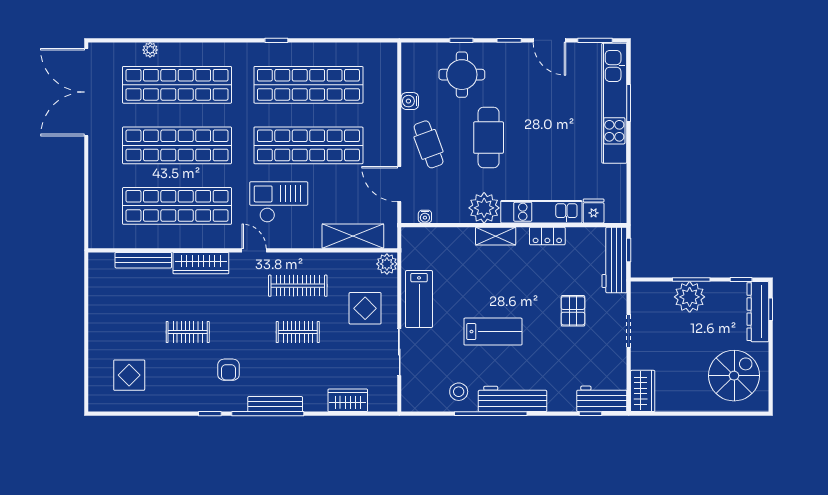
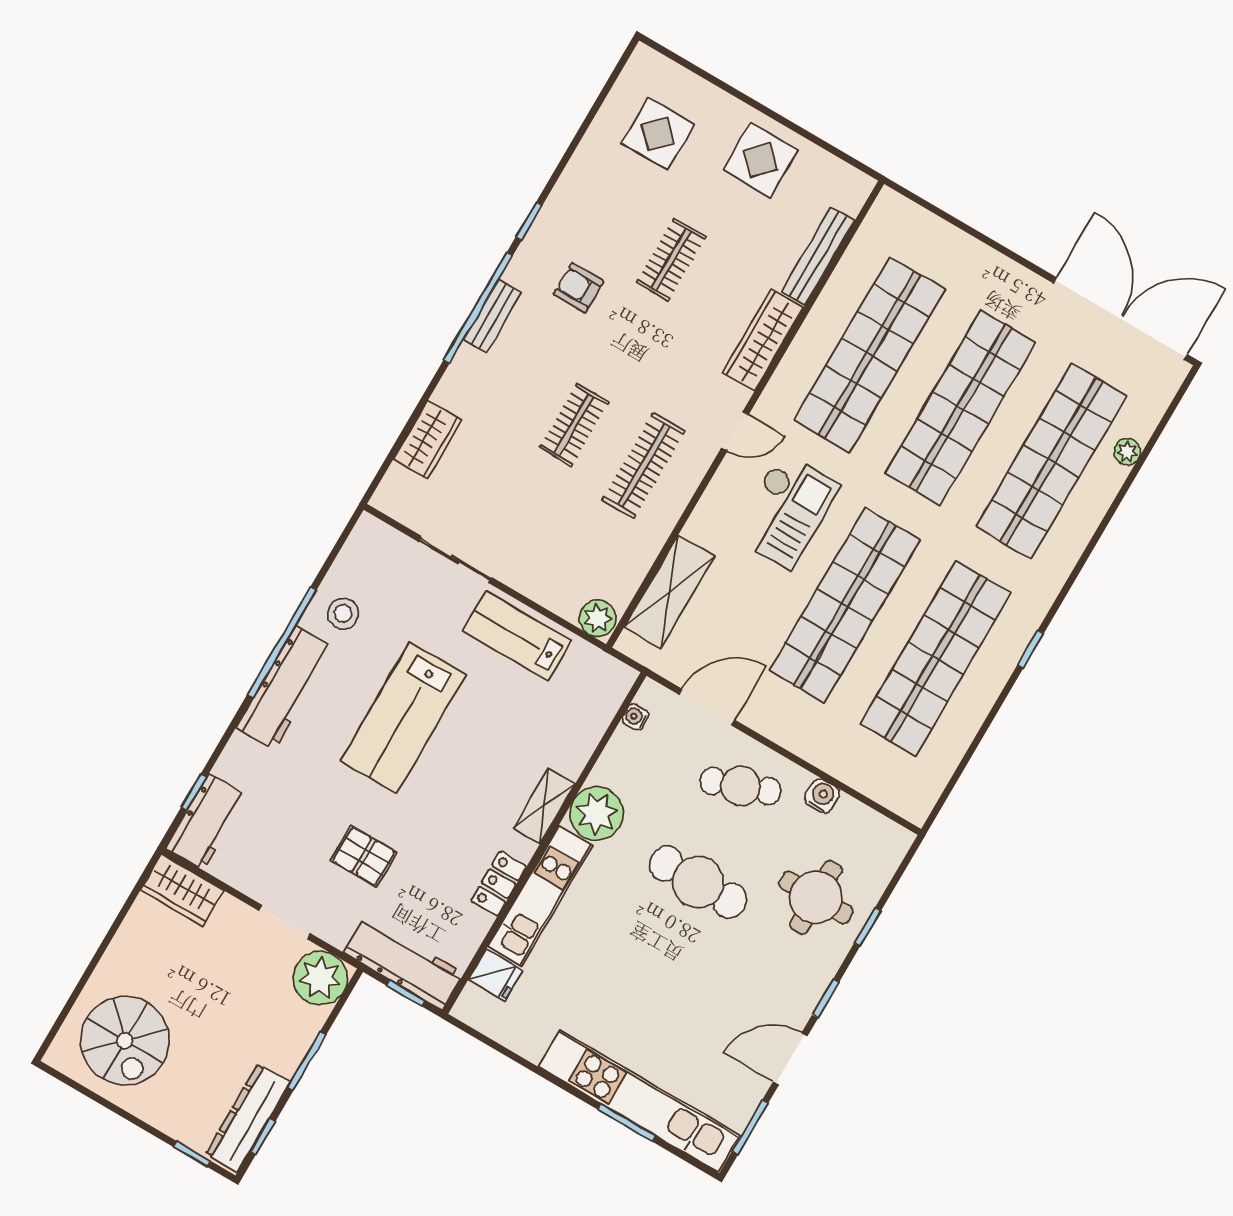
plant: (690, 297) -> (320, 978), moved
display table: (365, 308) -> (760, 160), moved
dresser: (758, 312) -> (248, 1118), moved, turned -90
lab bench: (493, 332) -> (403, 718), width x1.36, depth x1.39
bench: (275, 404) -> (492, 316), width x0.73

